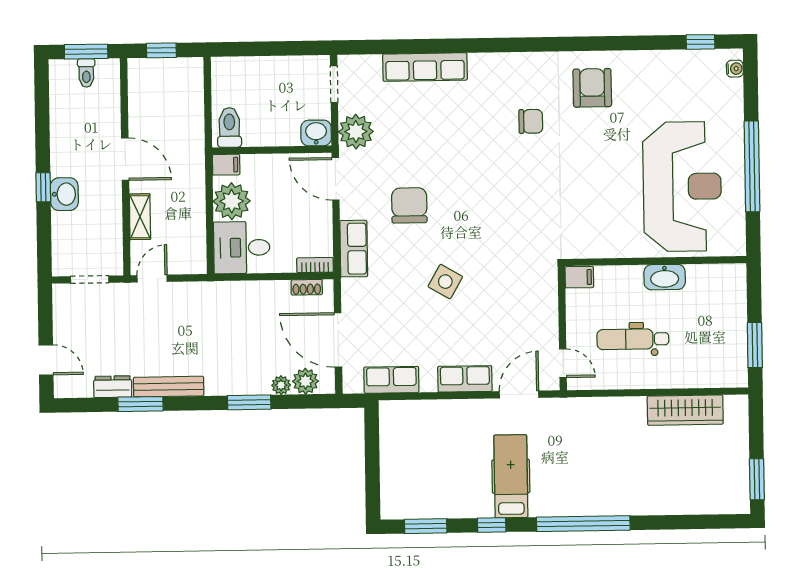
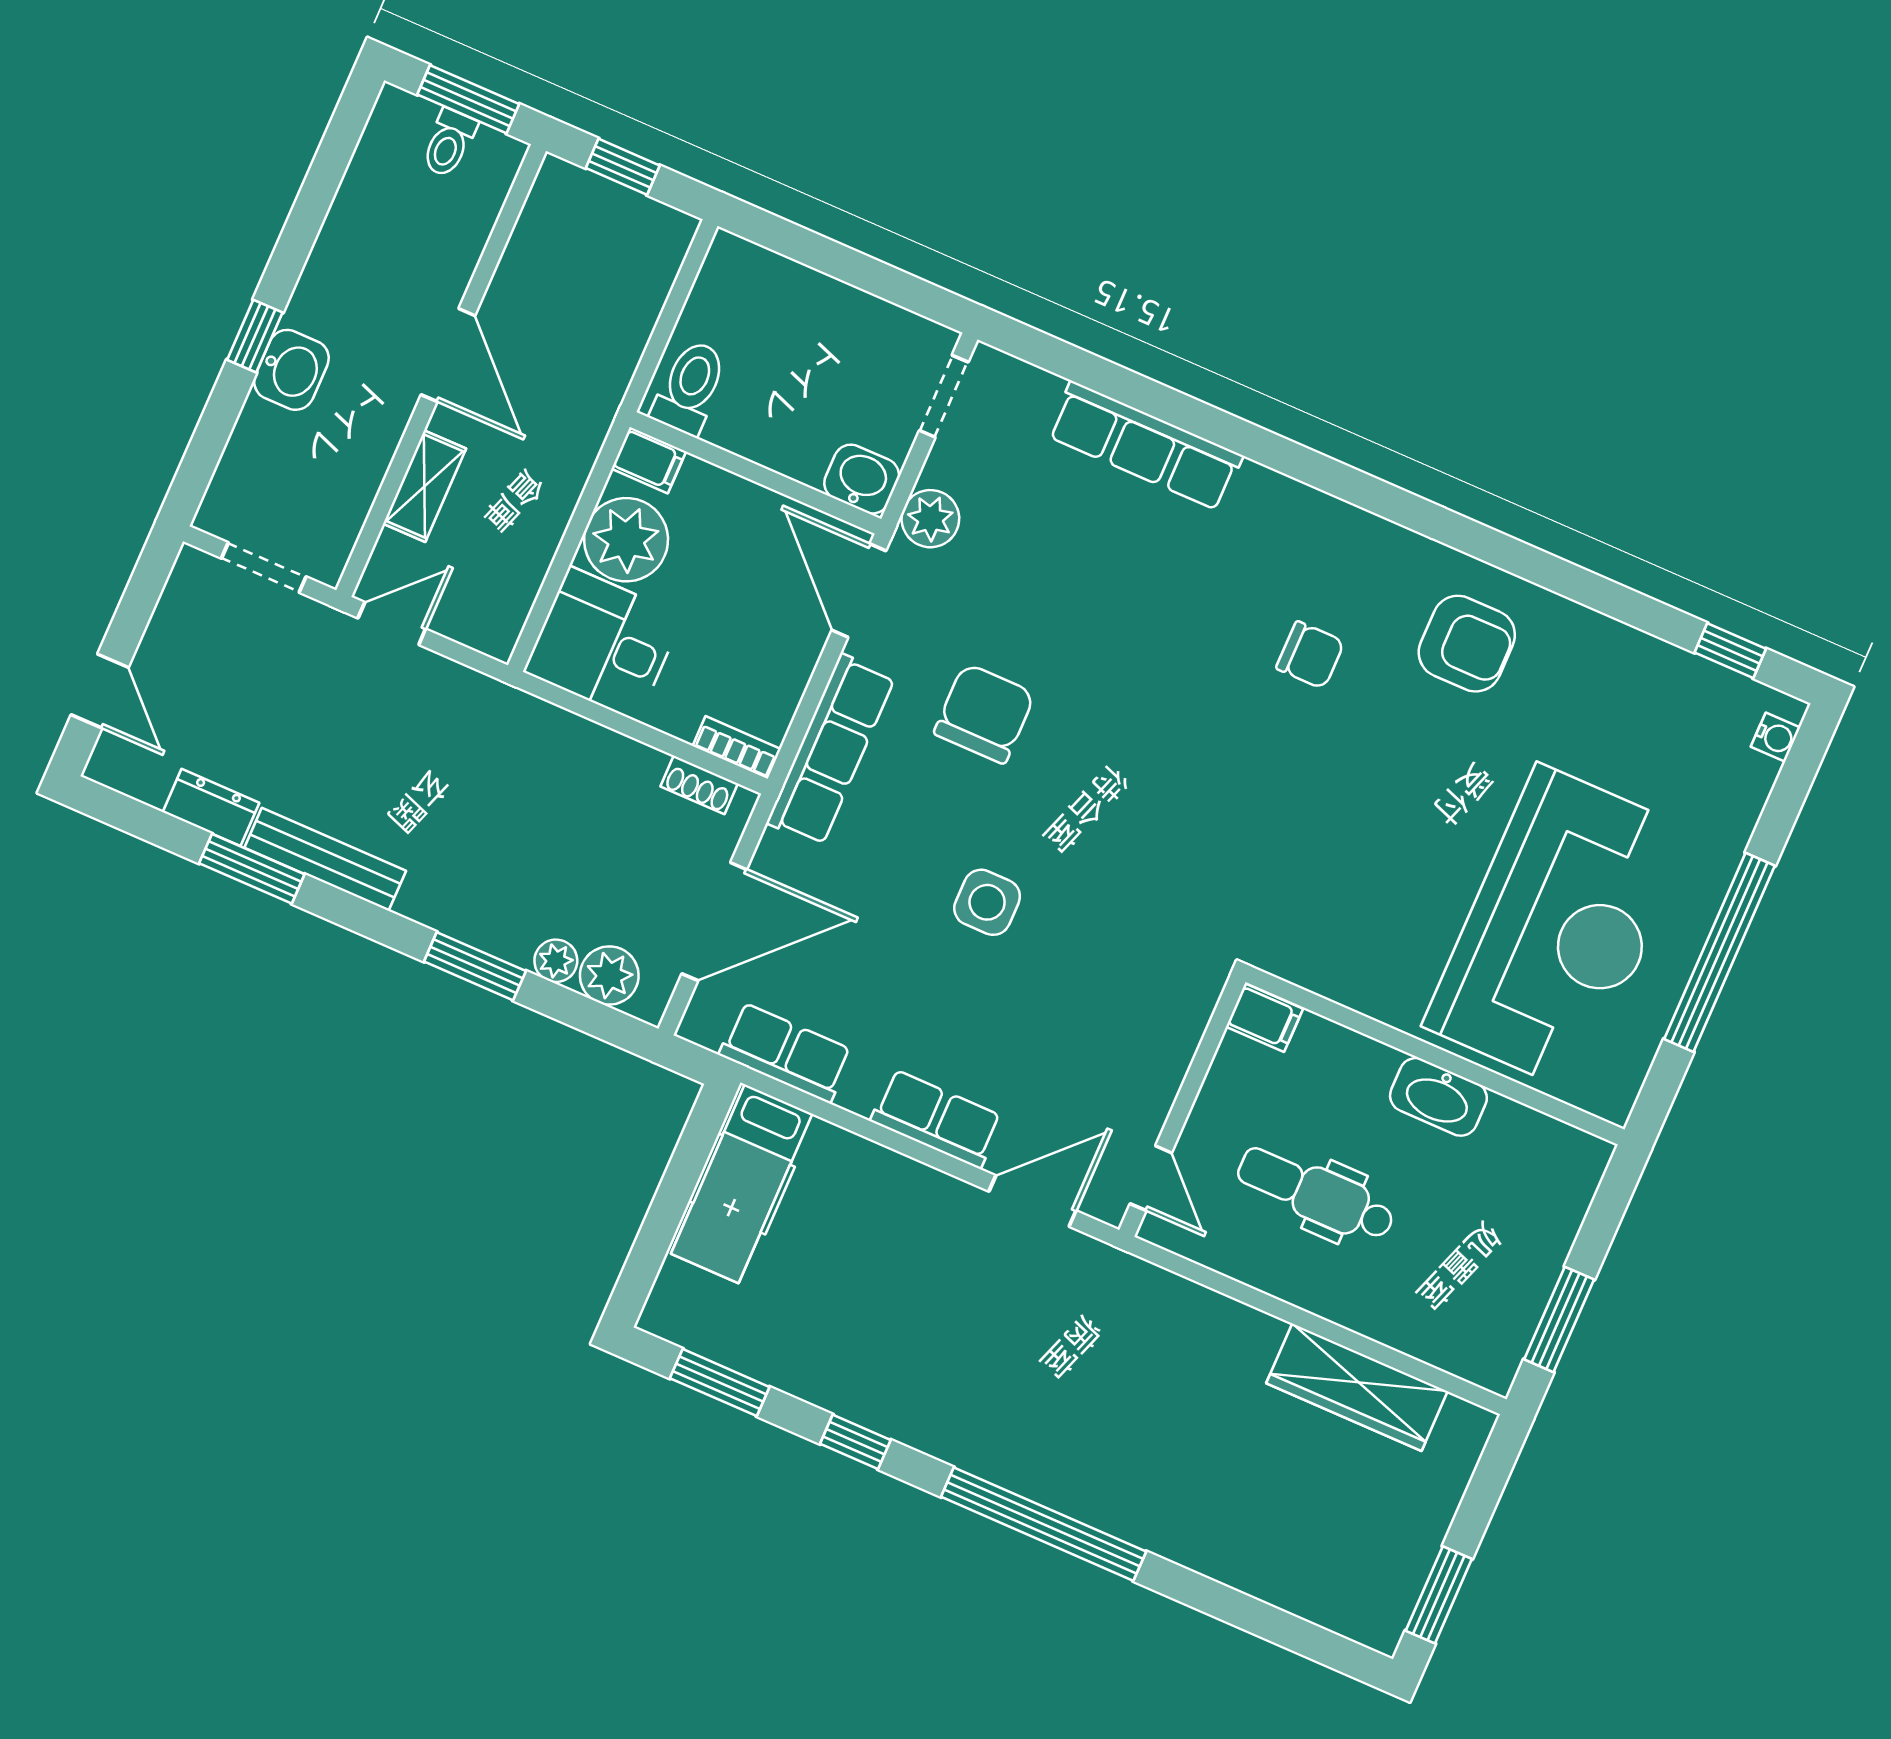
armchair: (592, 88) -> (1467, 644), turned 90
plant: (356, 132) -> (930, 519), width x0.73, depth x0.73
row of seats: (354, 249) -> (831, 750), width x1.48
side table: (445, 282) -> (987, 902), turned -30
door: (338, 340) -> (714, 922), swing flipped
hospital bed: (511, 476) -> (742, 1184), moved, turned 180

